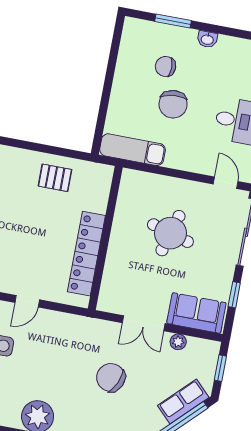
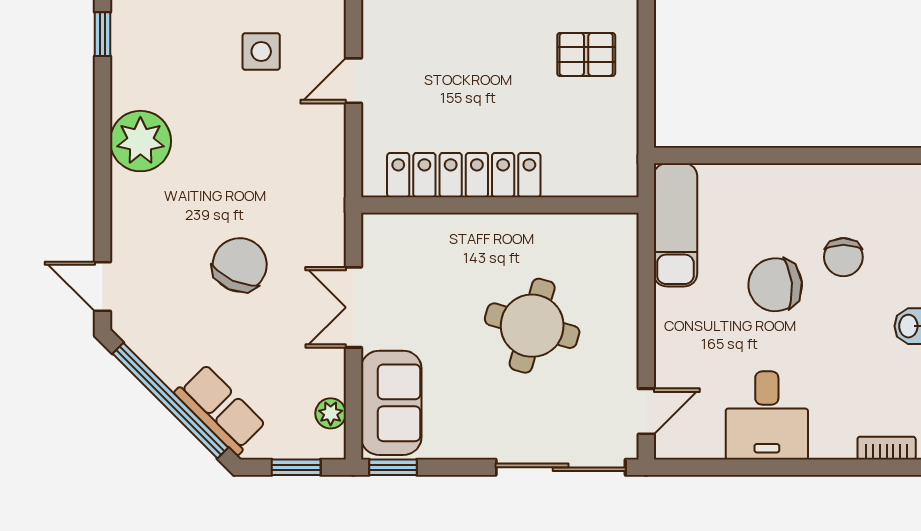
chair: (165, 66) -> (843, 257), turned 180
pallet: (55, 178) -> (586, 54), moved, turned 90
window: (234, 295) -> (393, 467), moved
door: (27, 301) -> (353, 81), hinge flipped
plant: (178, 342) -> (331, 413), moved

